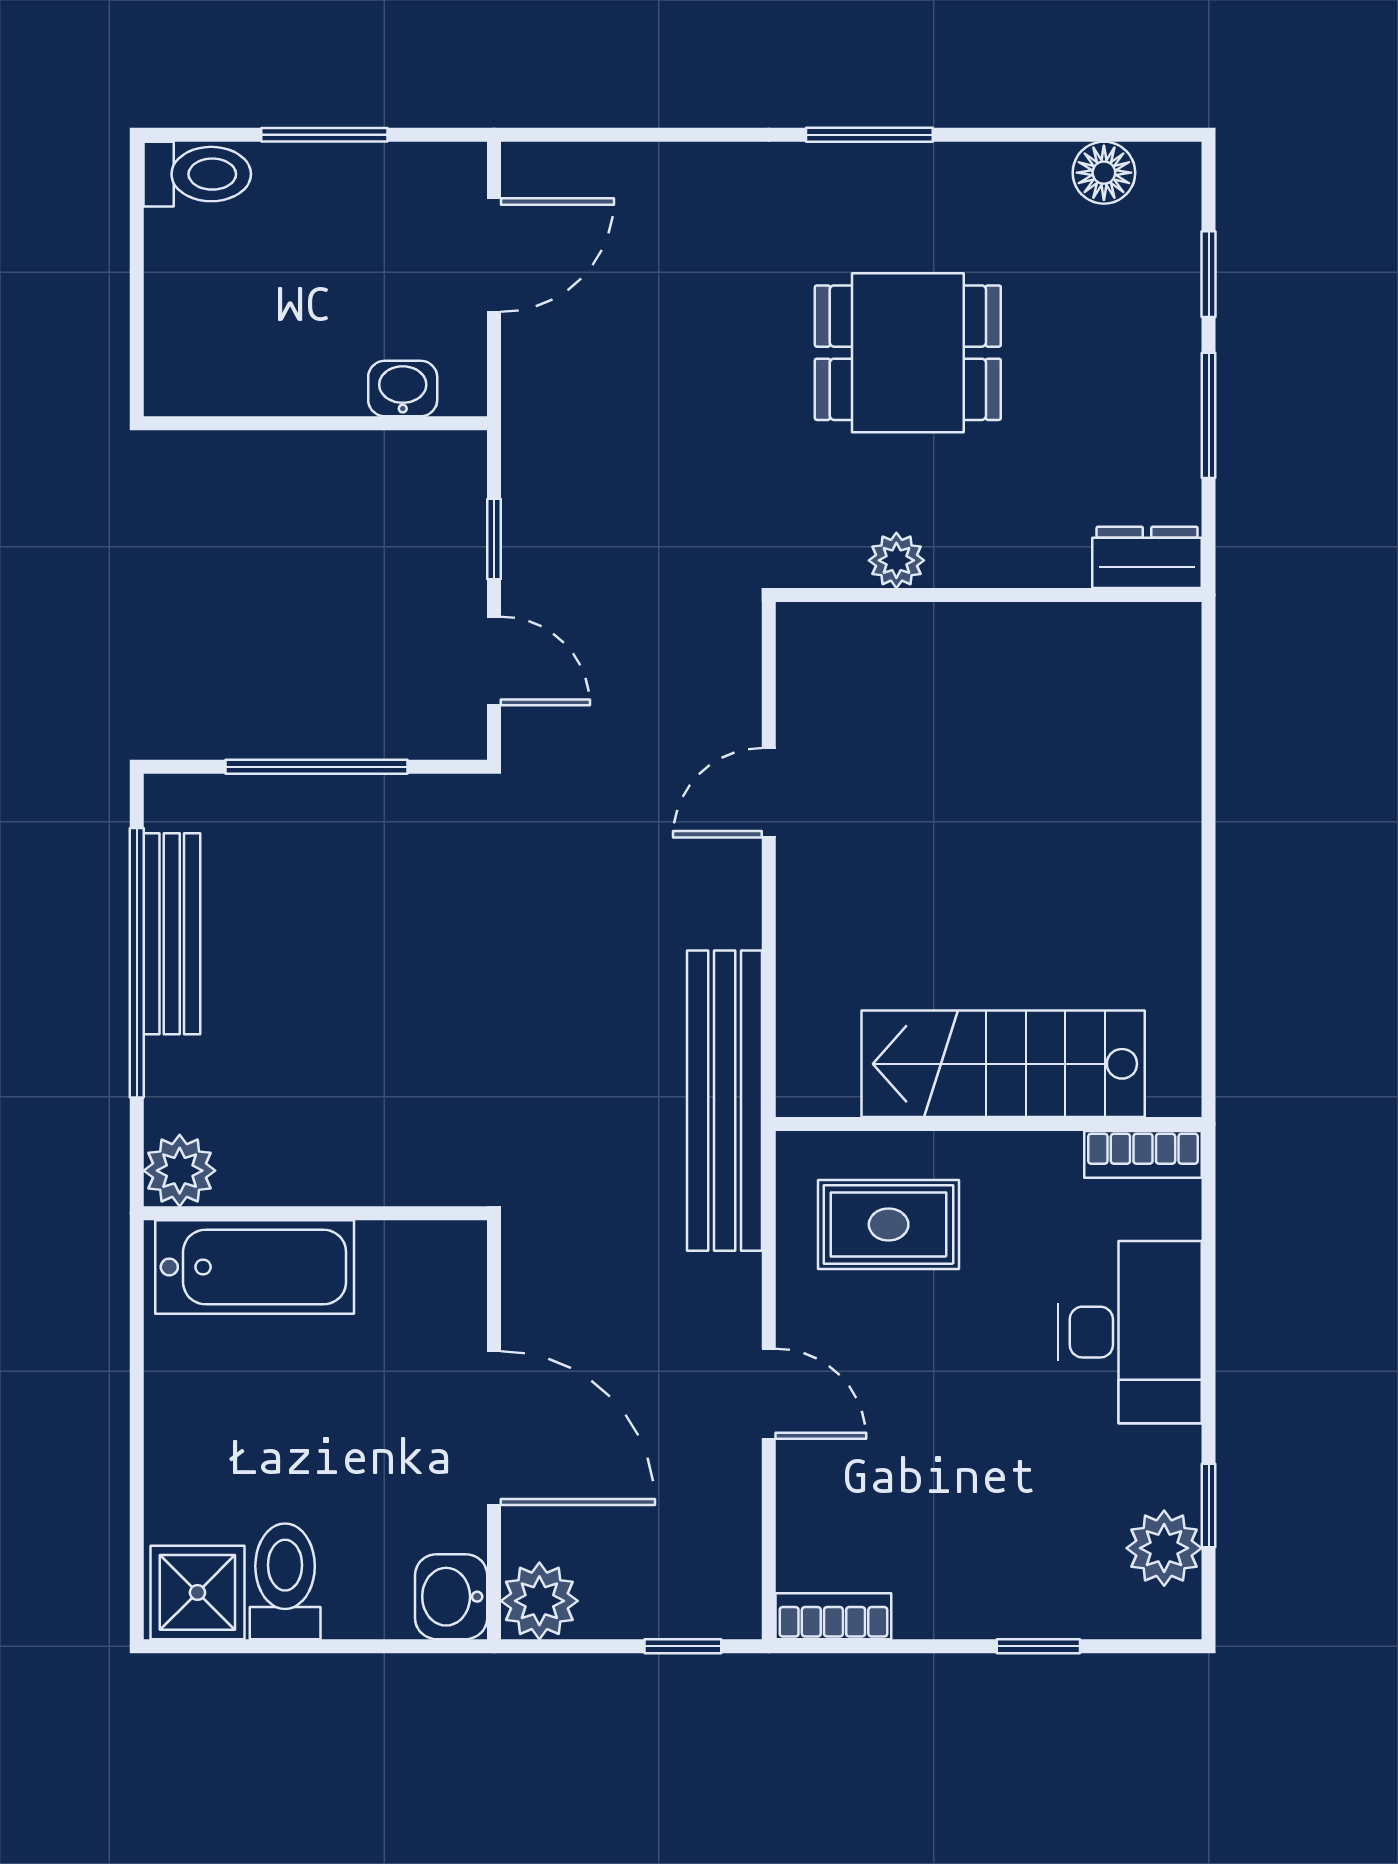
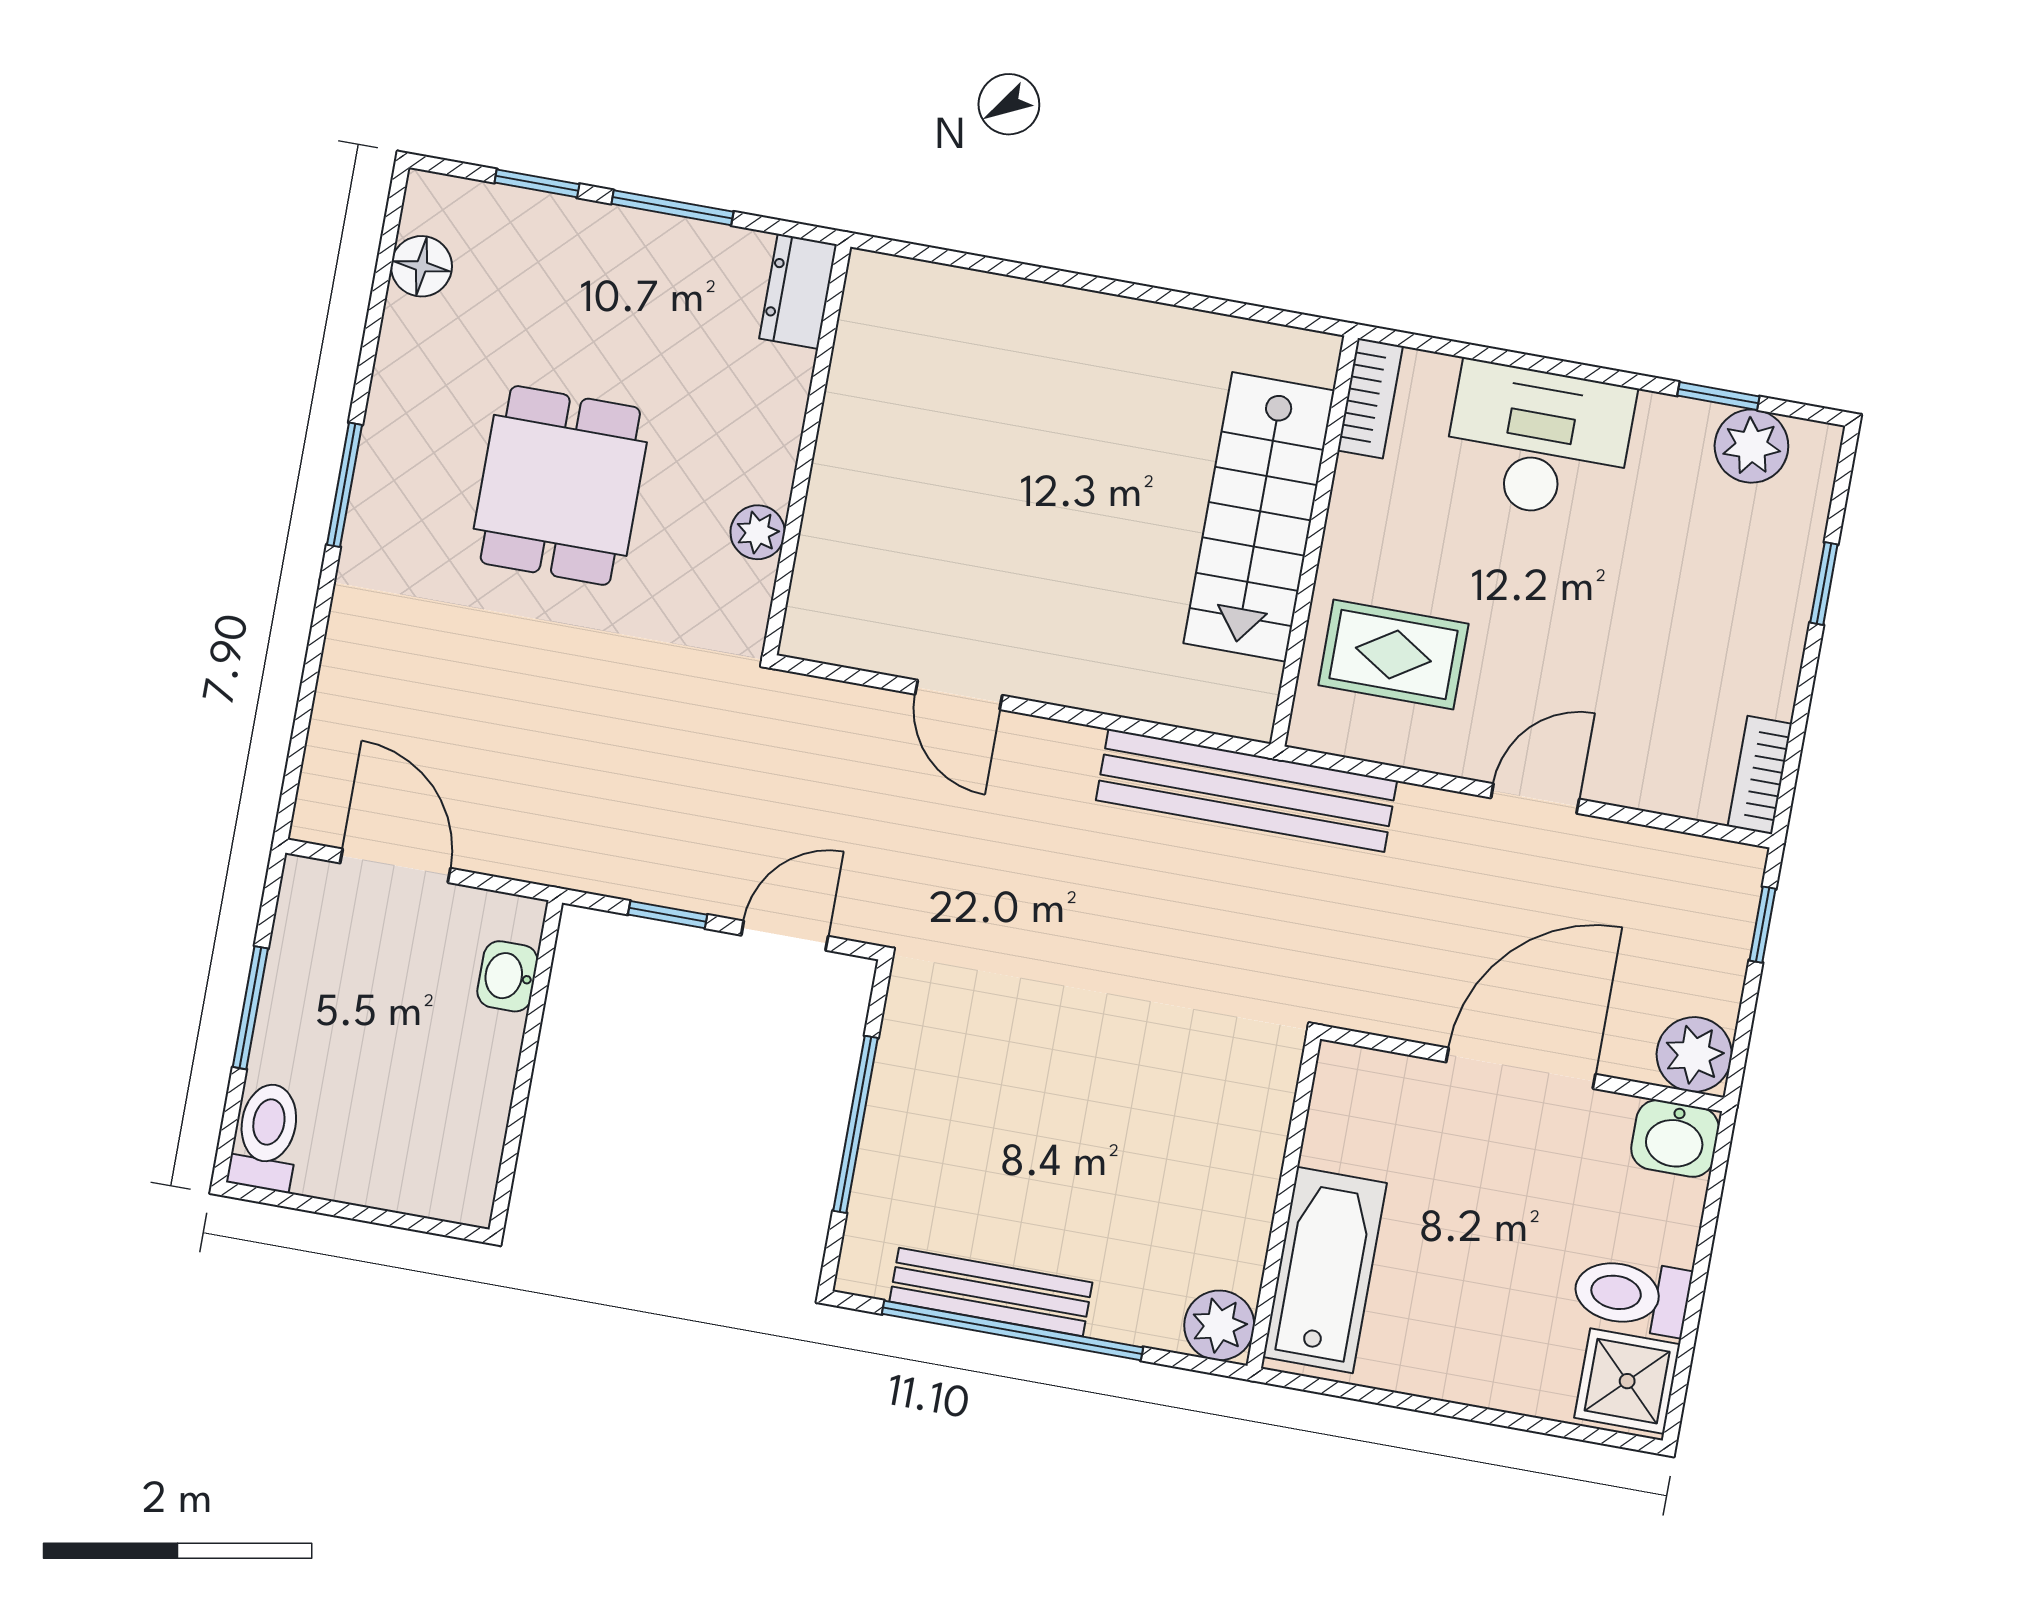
rug: (889, 1225) -> (1393, 654), turned 90

